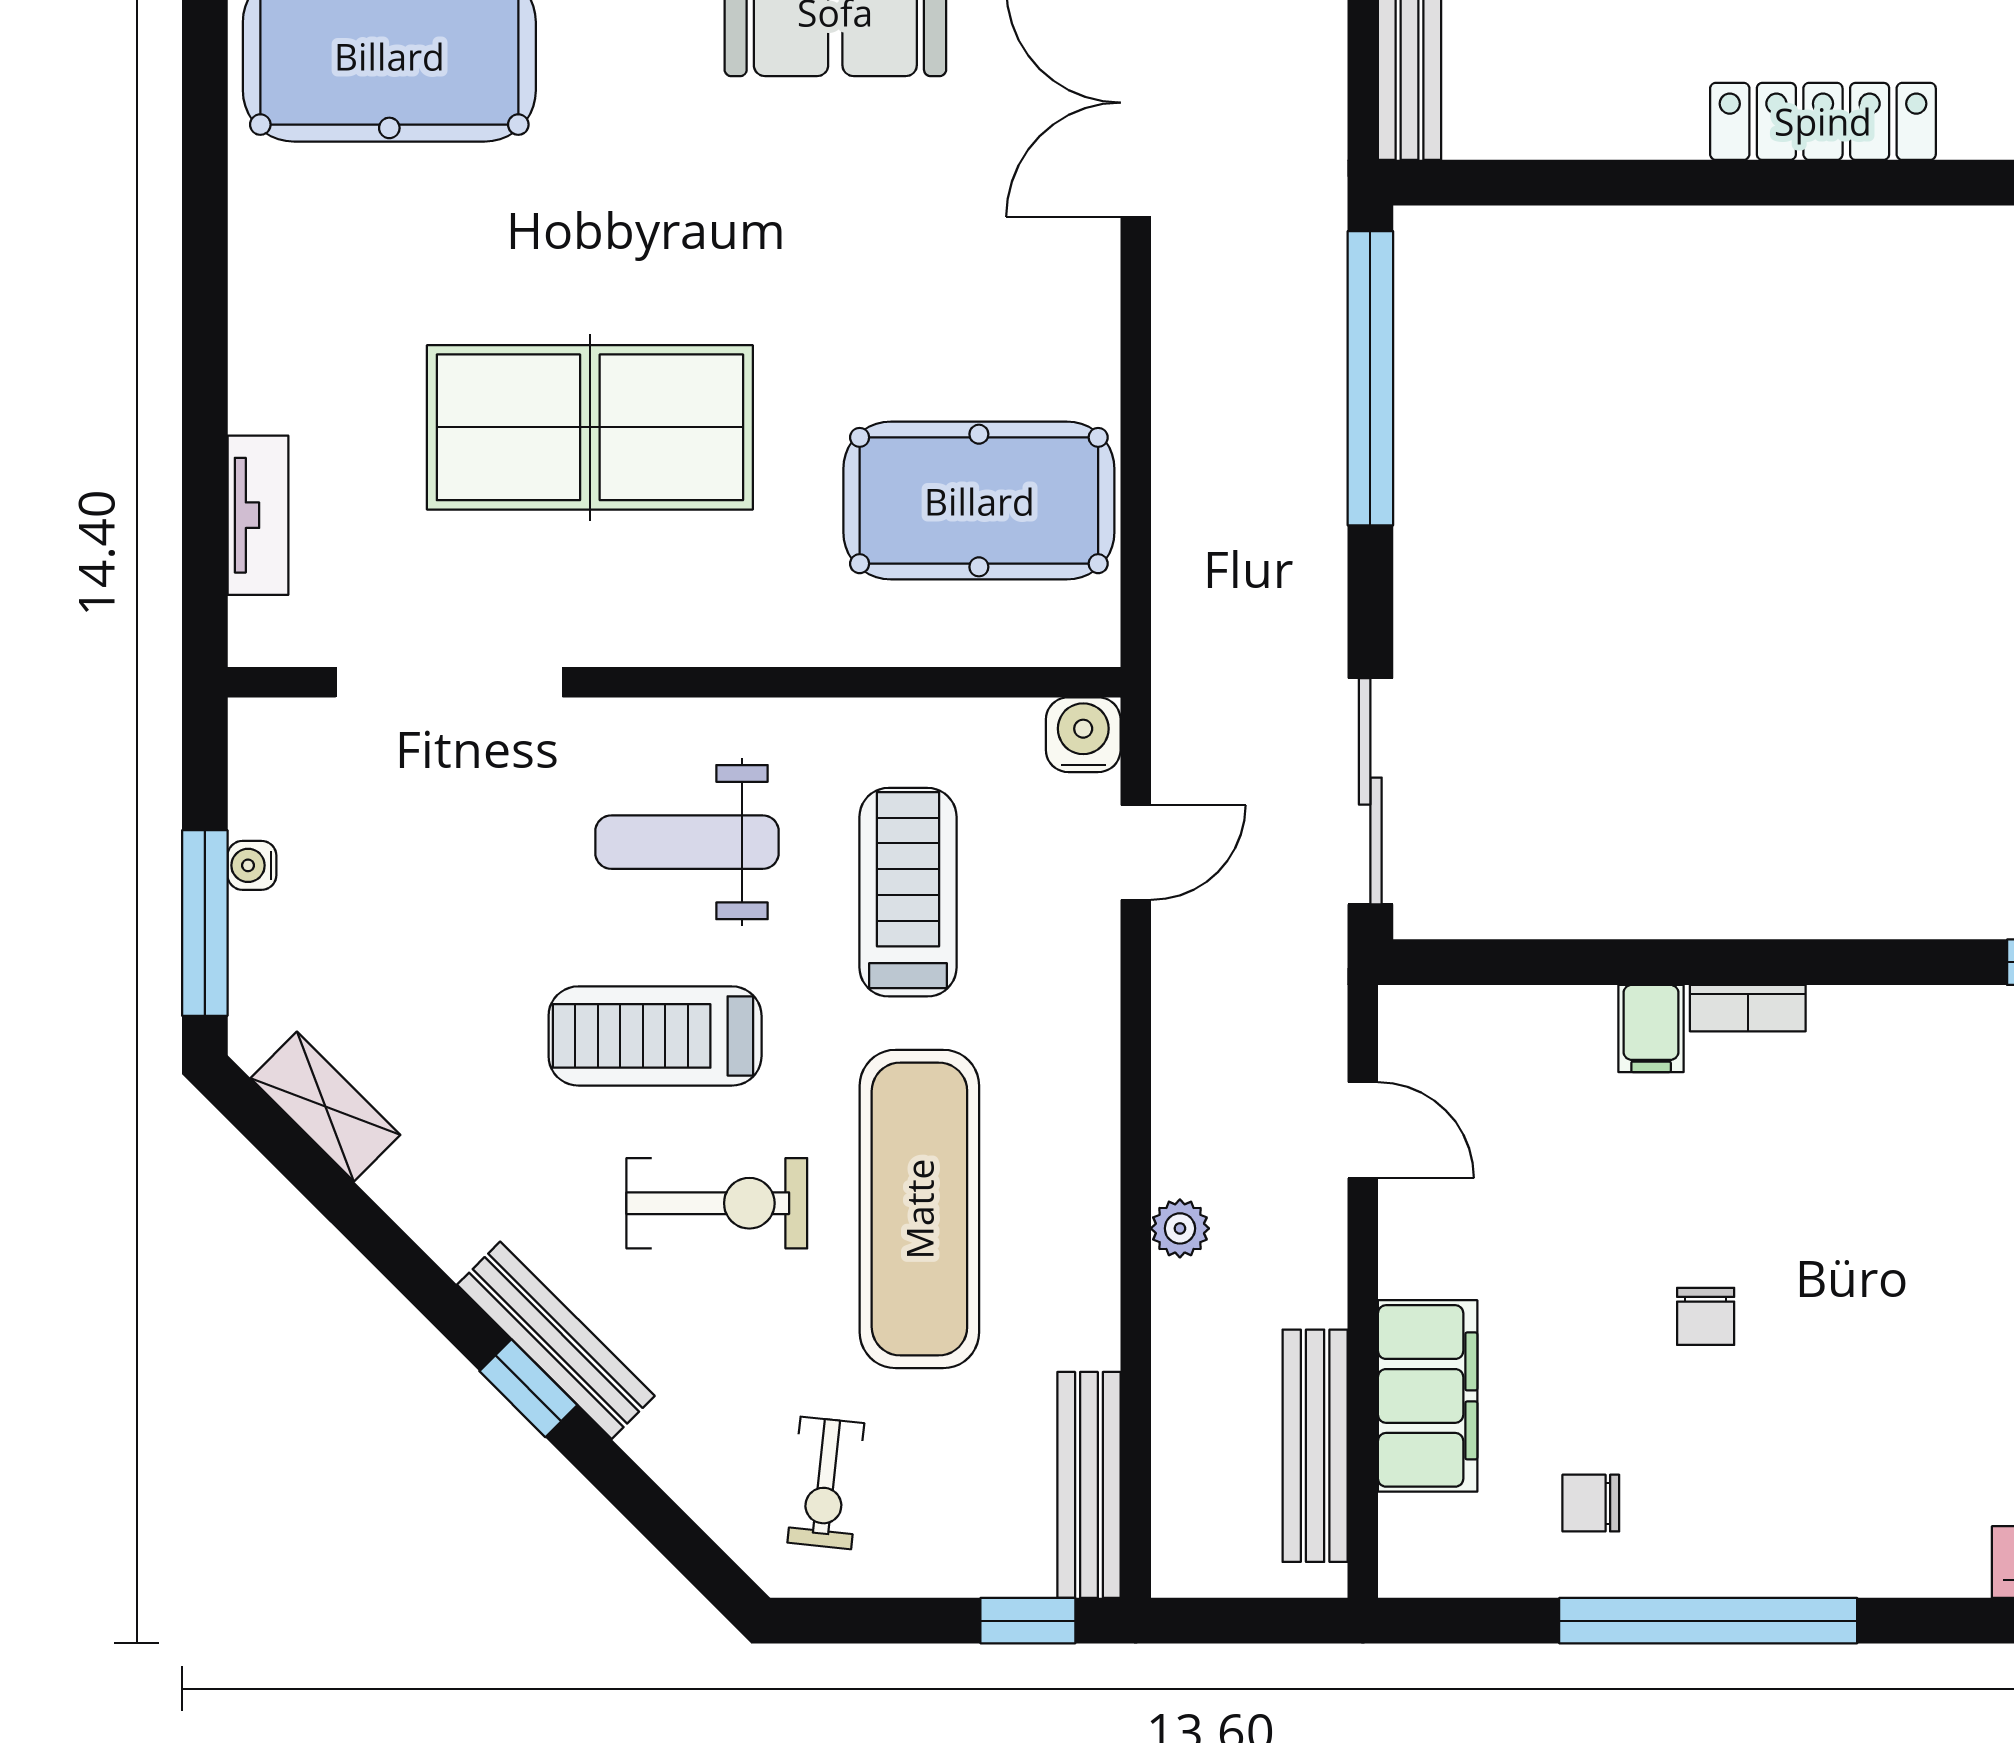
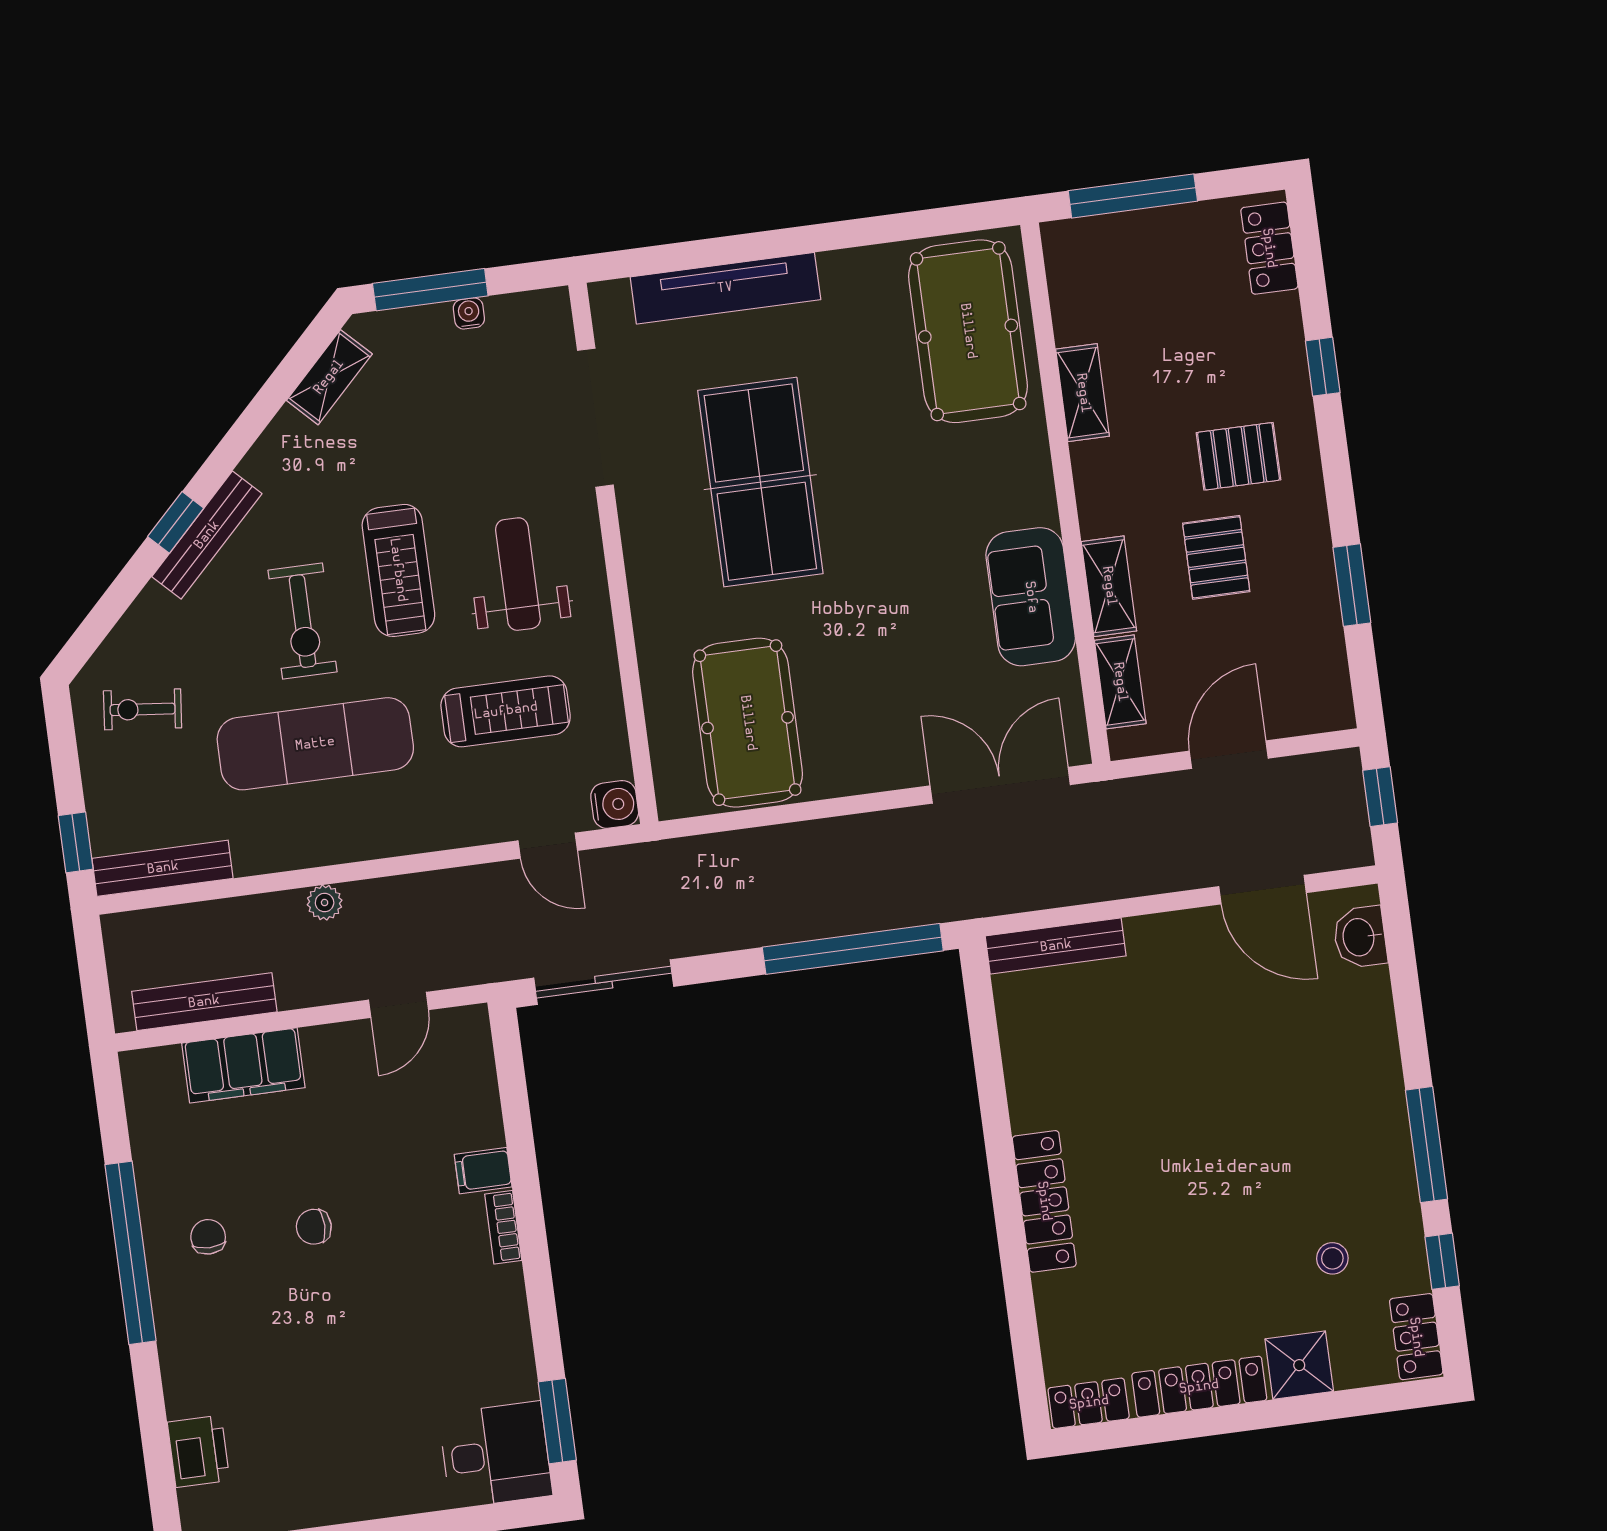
tv unit: (258, 515) -> (725, 288), width x1.92, depth x1.29
treadmill: (655, 1036) -> (398, 570), turned 180
chair: (1591, 1503) -> (208, 1237), moved

